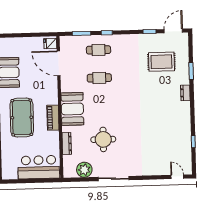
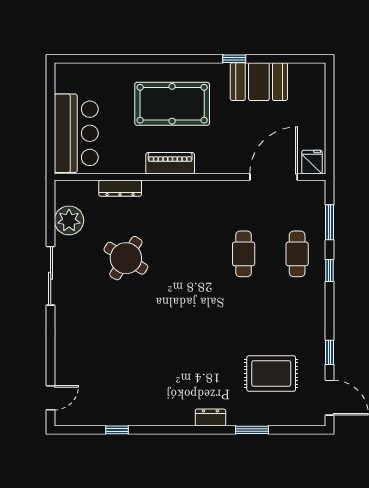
rug: (161, 62) -> (271, 373), turned 90
booth: (72, 109) -> (186, 201), removed
round table: (103, 139) -> (126, 258), turned 32

